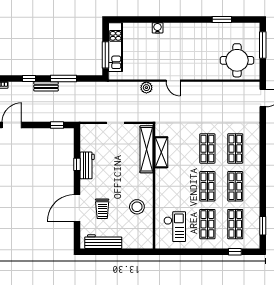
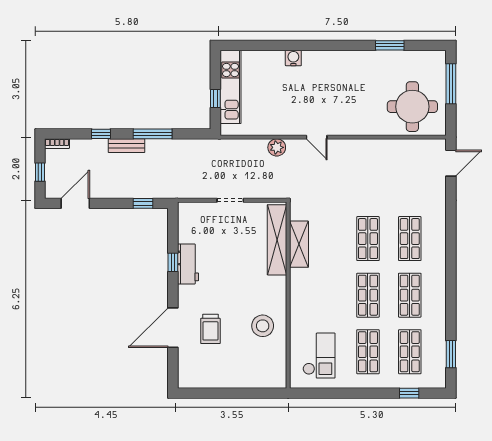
window: (105, 55) -> (215, 98), width x0.46
workbench: (103, 242) -> (212, 378), removed

